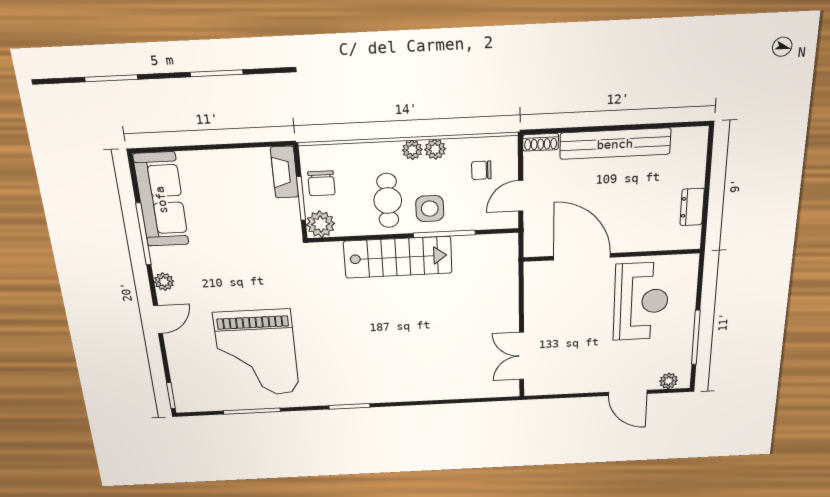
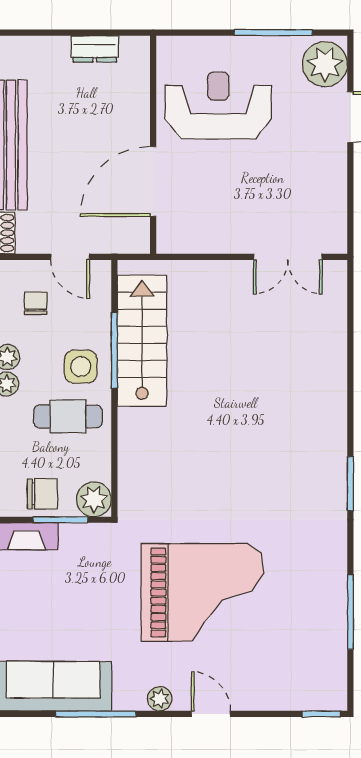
chair: (481, 170) -> (36, 303), turned 180
stairs: (398, 257) -> (142, 341), moved
grand piano: (257, 353) -> (202, 592), moved
plant: (669, 381) -> (325, 64), width x1.88, depth x1.88

